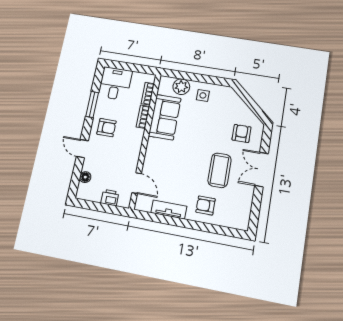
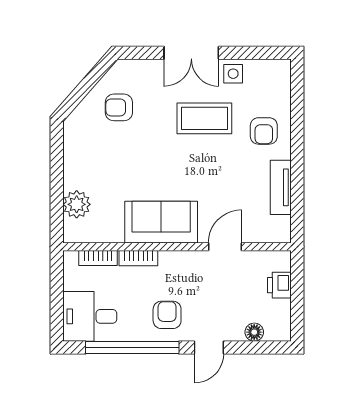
side table: (203, 95) -> (233, 74), moved
window: (92, 104) -> (132, 347), width x2.11
sofa: (165, 117) -> (161, 222), moved
armchair: (242, 133) -> (119, 107), moved
door: (137, 183) -> (225, 247), moved

